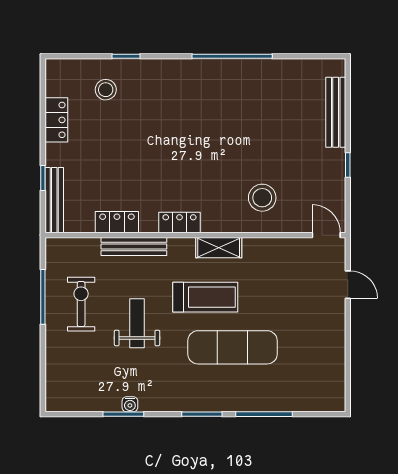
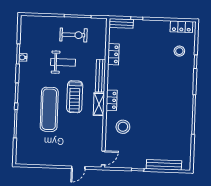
locker: (56, 120) -> (181, 27), moved
bench: (54, 200) -> (121, 23), width x0.73
locker: (179, 223) -> (112, 100), moved
bench: (134, 247) -> (101, 76), moved

